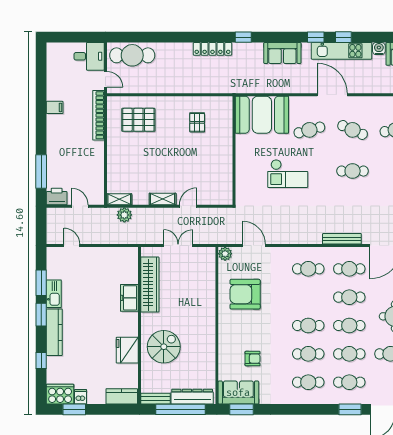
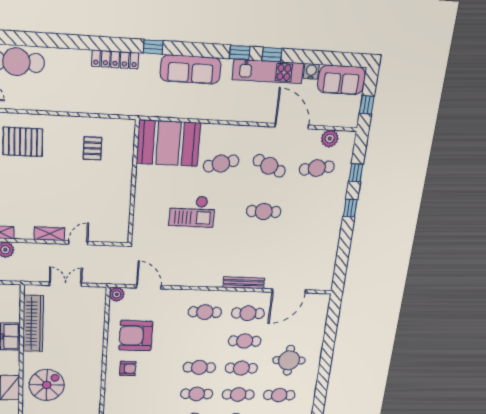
sofa: (282, 53) -> (191, 69), width x1.36
door: (332, 95) -> (292, 126), moved
armchair: (253, 359) -> (128, 368), moved

